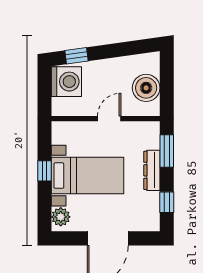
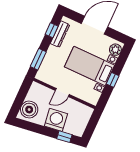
washing machine: (66, 82) -> (56, 120), moved, turned 82
boiler: (146, 88) -> (29, 110), moved
dresser: (152, 170) -> (60, 34), moved

